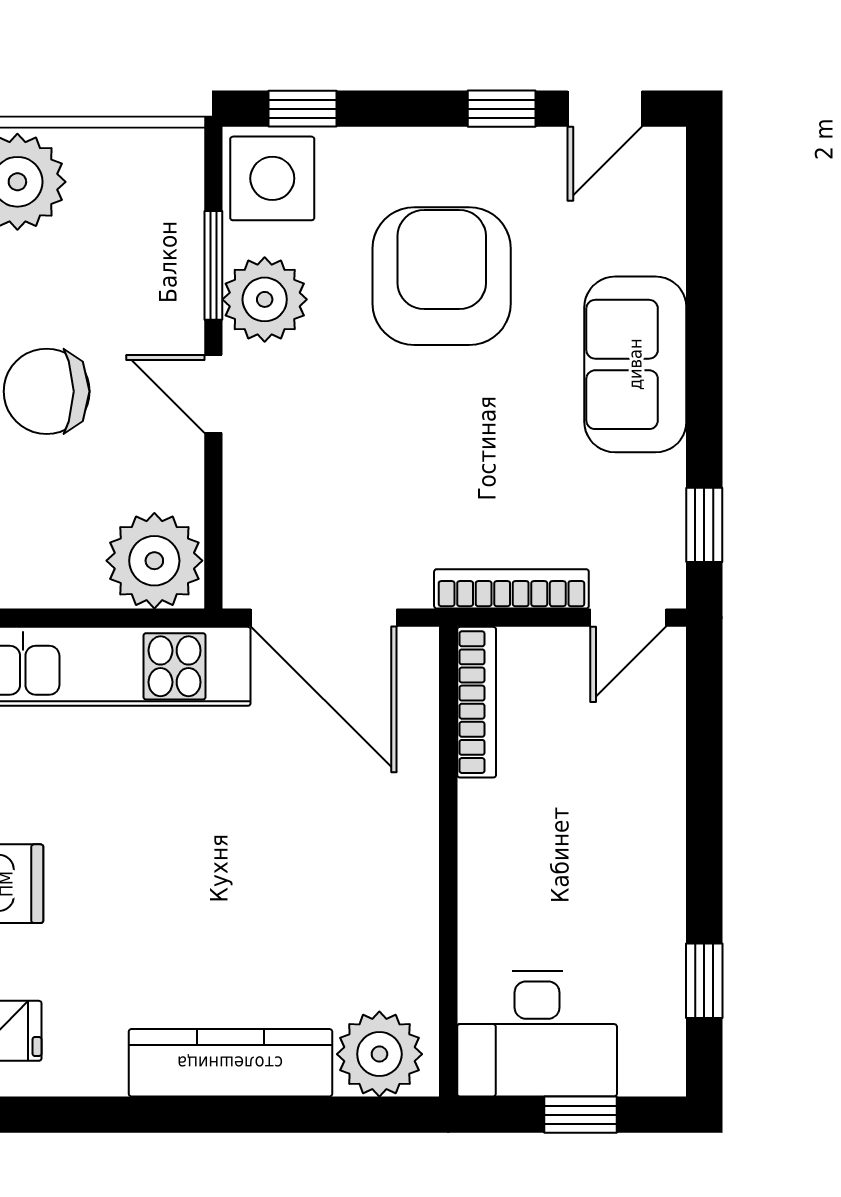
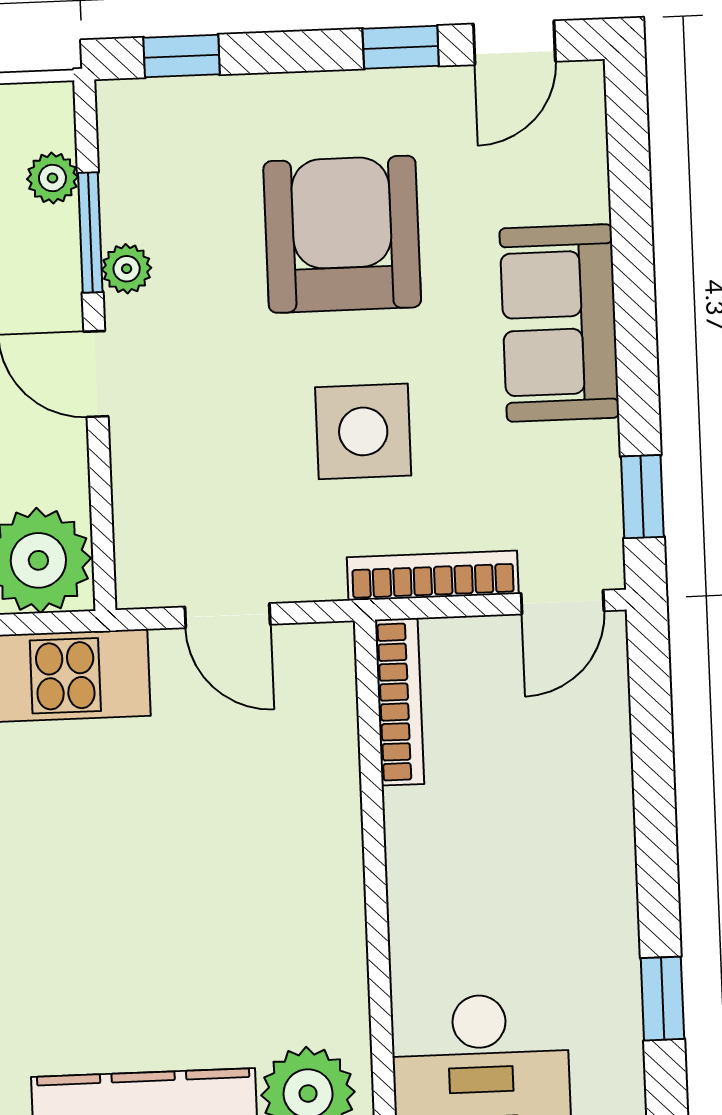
side table: (272, 178) -> (363, 431), moved
plant: (181, 215) -> (52, 178), added
plant: (265, 299) -> (127, 269), width x0.53, depth x0.53
door: (324, 618) -> (227, 616), width x0.53

